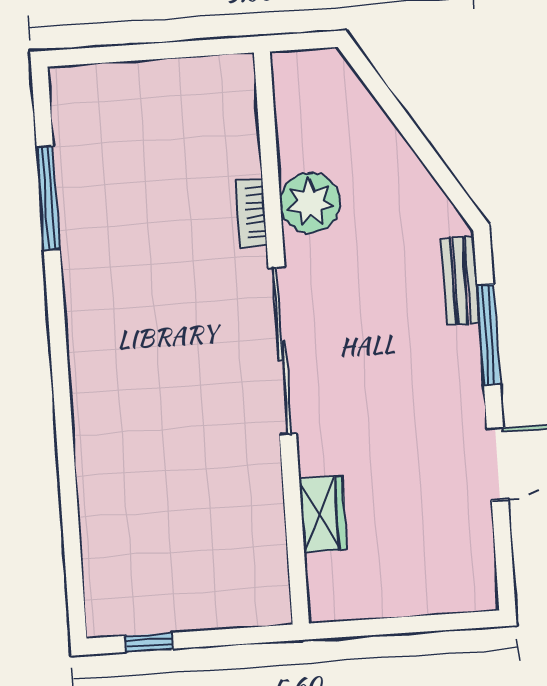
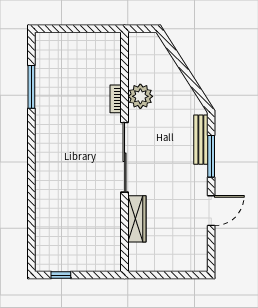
bench: (460, 281) -> (201, 140), width x1.36
wardrobe: (323, 514) -> (137, 219), width x1.50

